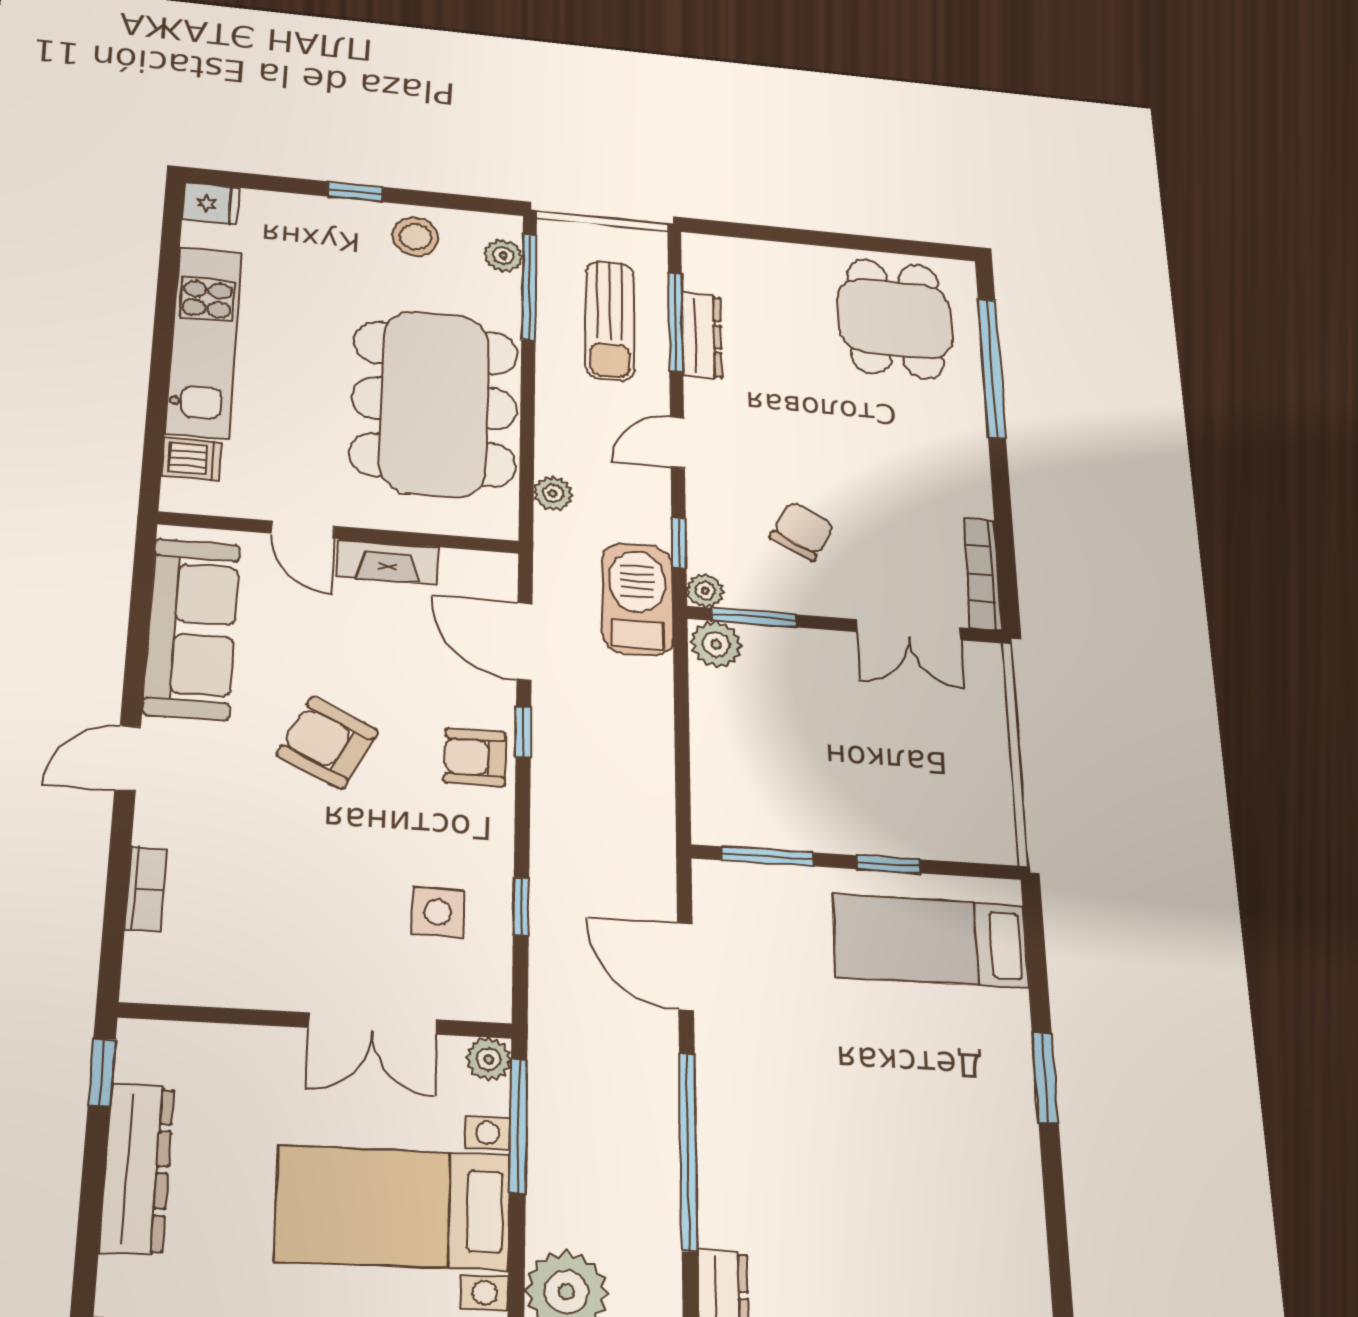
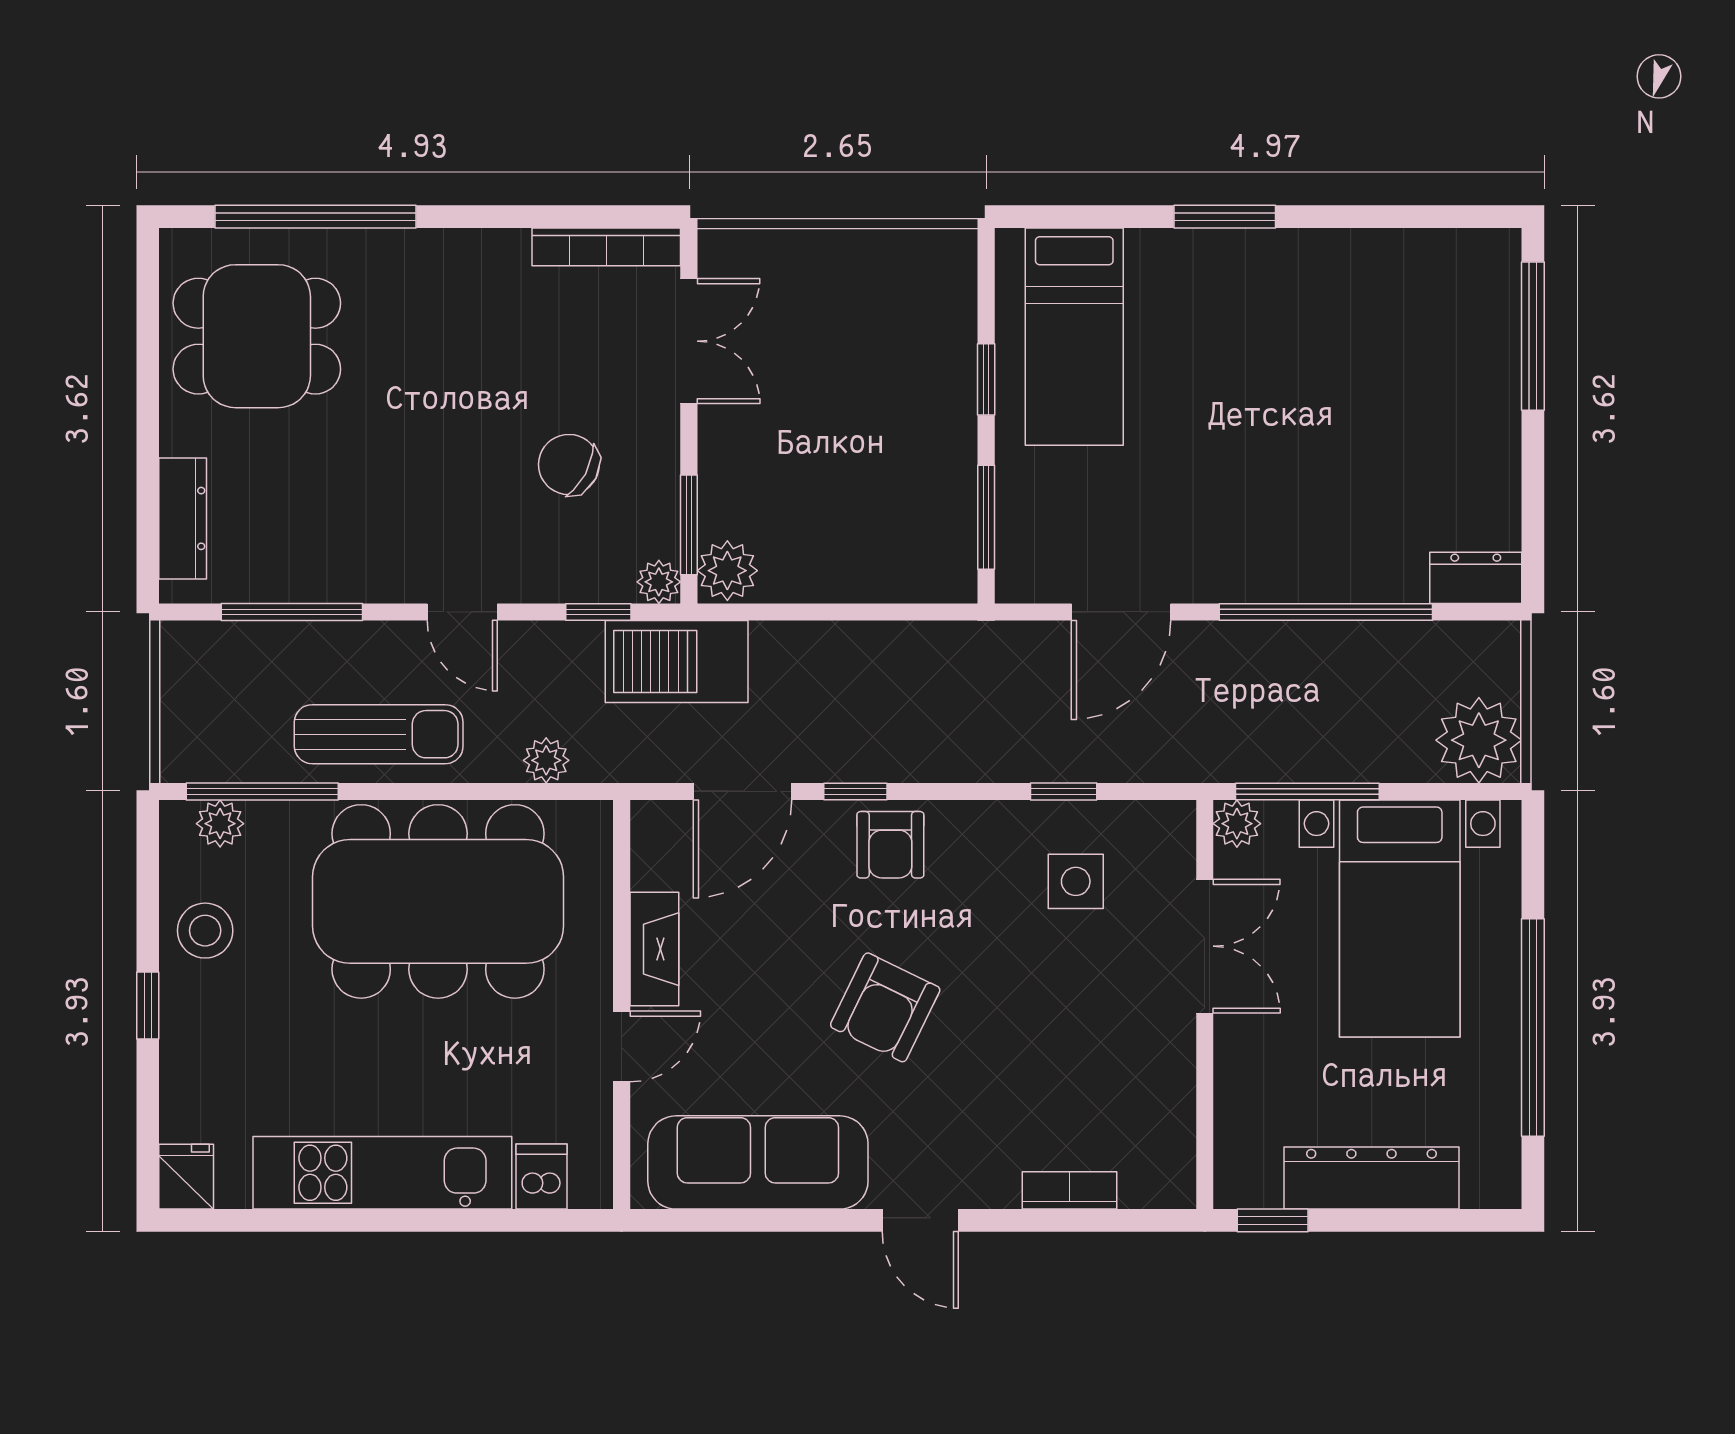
sun lounger: (610, 321) -> (379, 734), moved
dresser: (702, 336) -> (183, 518), moved, turned 90

